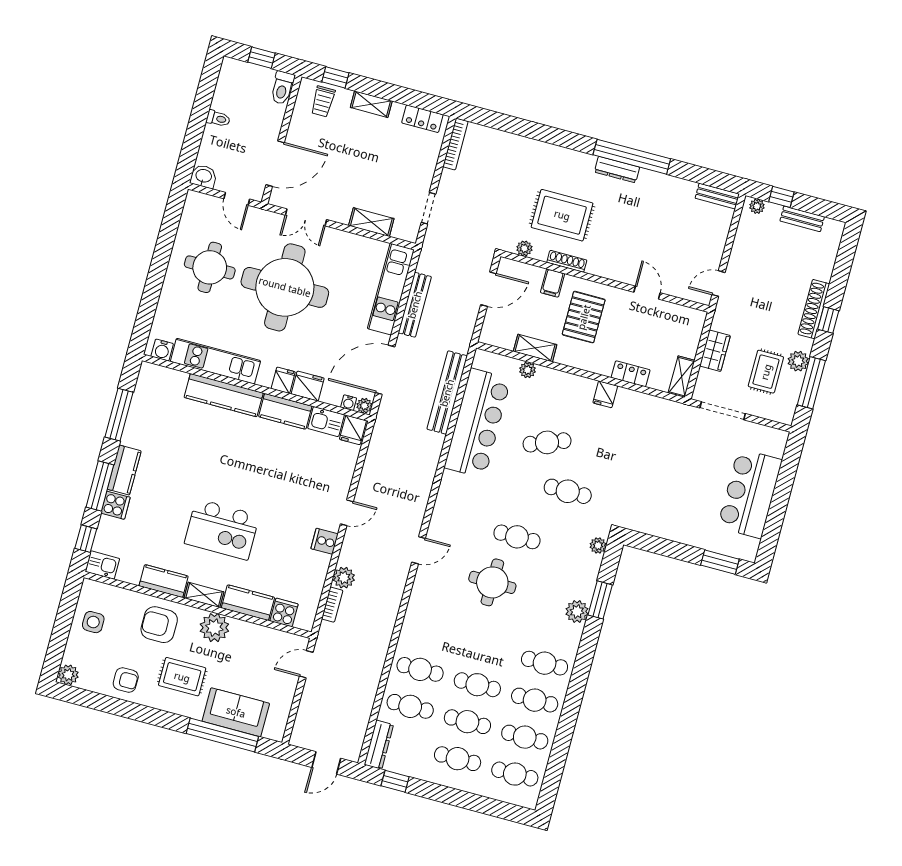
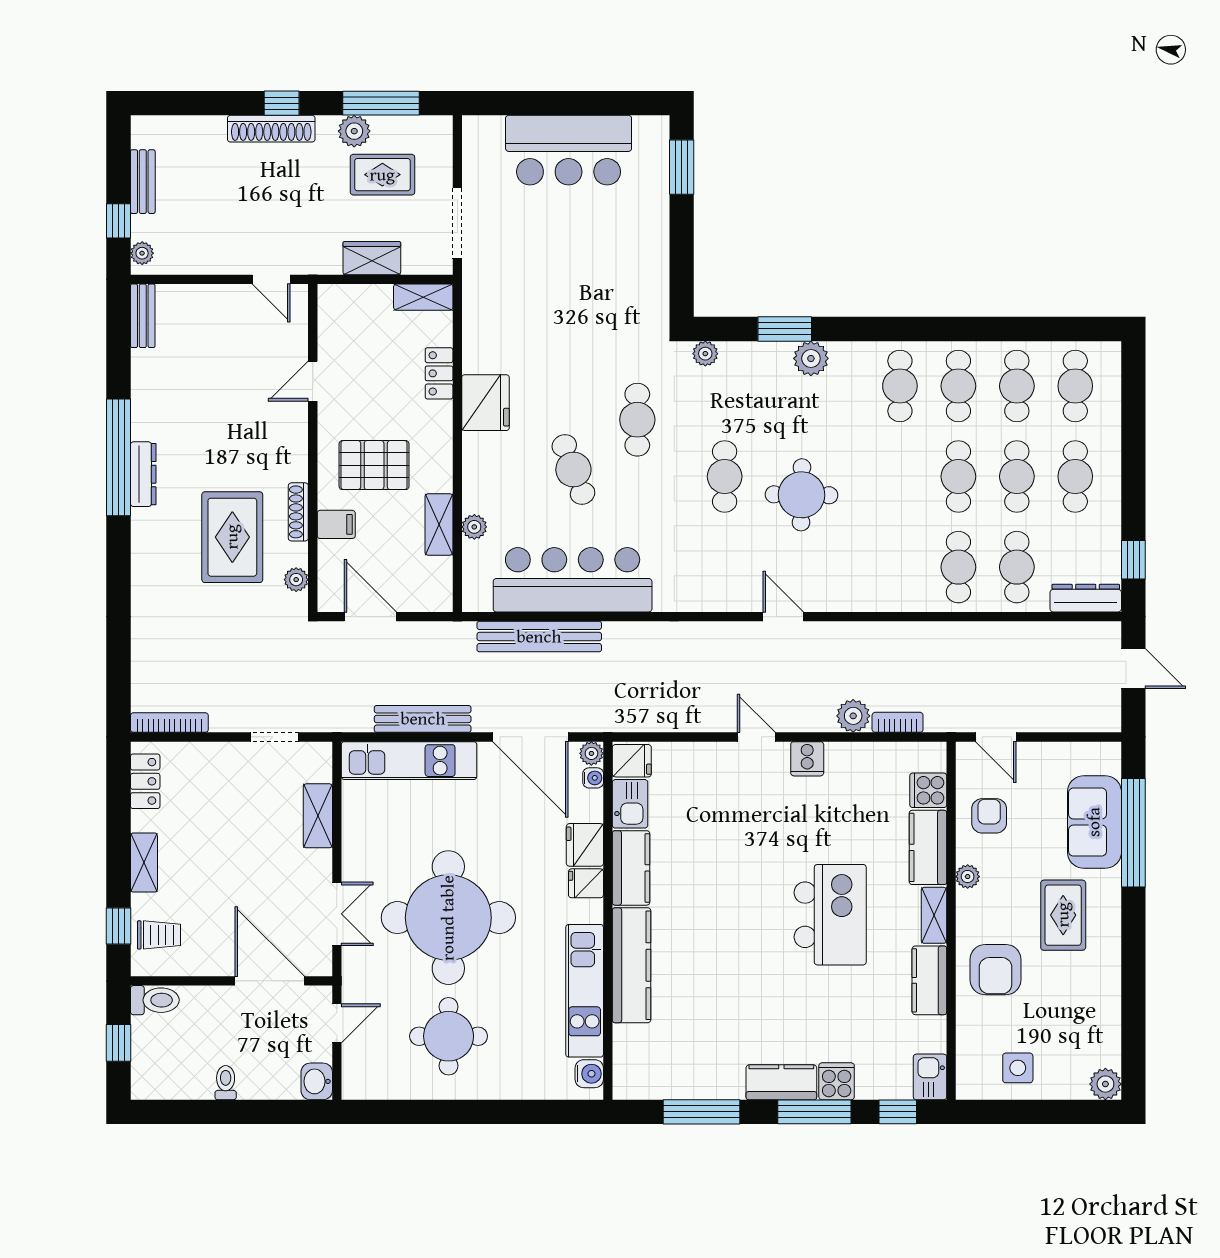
fridge: (605, 394) -> (486, 403), width x1.88, depth x1.34
plant: (214, 628) -> (968, 877), width x0.53, depth x0.53
armchair: (126, 680) -> (989, 816), moved

